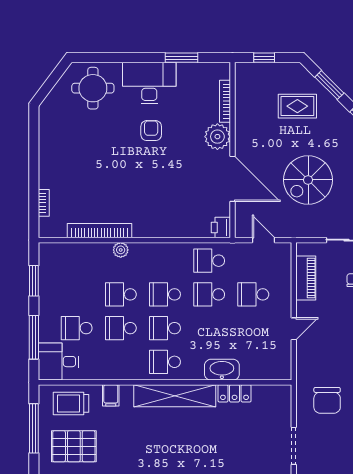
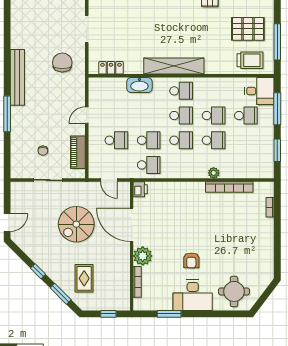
rug: (297, 106) -> (84, 278), turned 90
spiral stairs: (308, 180) -> (76, 224), turned 180
locker: (235, 393) -> (111, 68), moved
filing cabinet: (111, 395) -> (221, 66), removed

